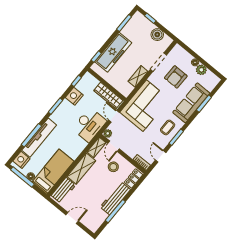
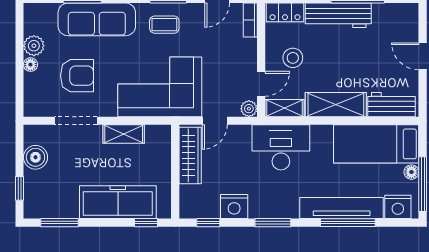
desk: (89, 125) -> (281, 147), moved

